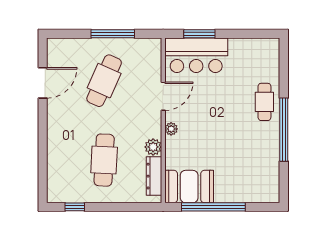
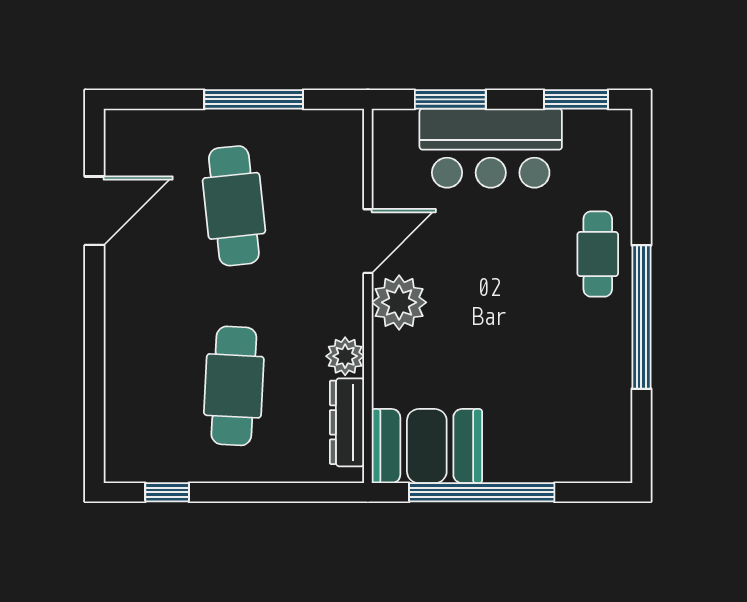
window: (255, 34) -> (576, 99), added
bar counter: (196, 55) -> (491, 148), moved
cafe table: (104, 81) -> (234, 206), turned -30
plant: (171, 129) -> (399, 302), width x1.88, depth x1.88

